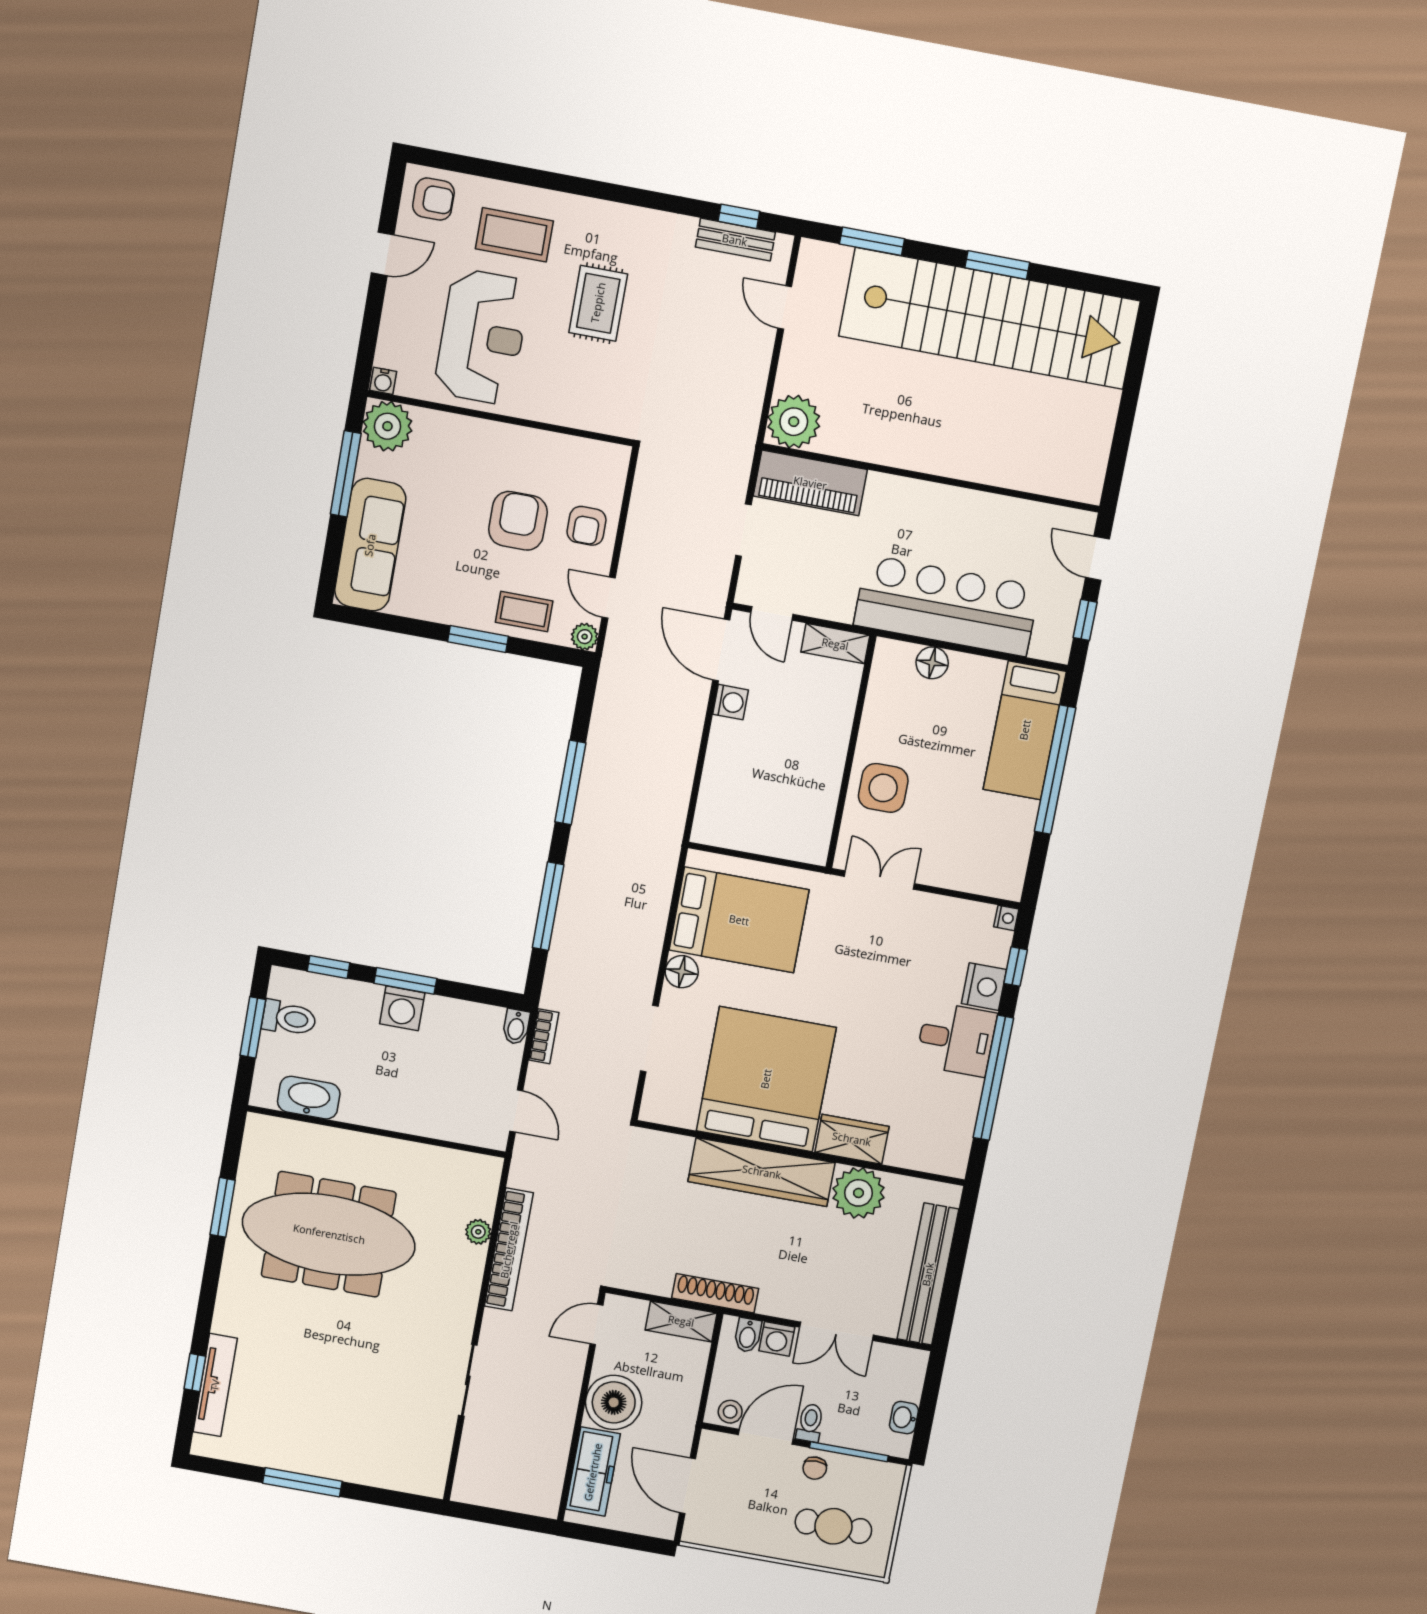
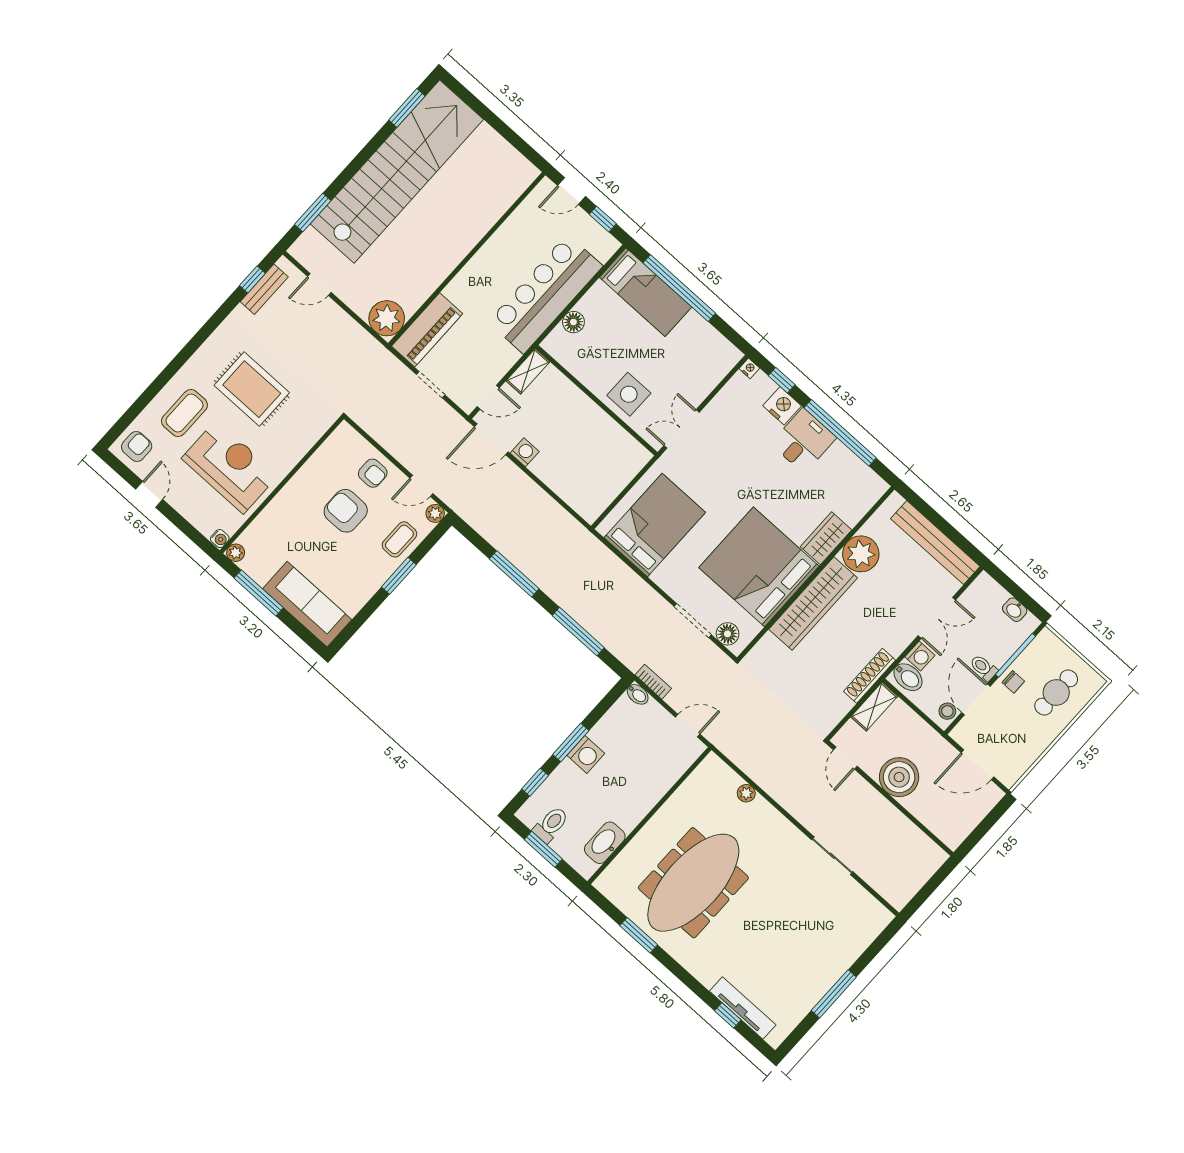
window: (997, 265) -> (407, 108), moved
rug: (598, 303) -> (252, 389), width x1.36, depth x1.43
plant: (387, 426) -> (236, 553), width x0.53, depth x0.53
floor lamp: (682, 972) -> (728, 634), moved
bookcase: (509, 1250) -> (768, 782), removed
bidet: (748, 1335) -> (908, 677), width x1.38, depth x1.36
freezer: (593, 1472) -> (934, 816), removed

